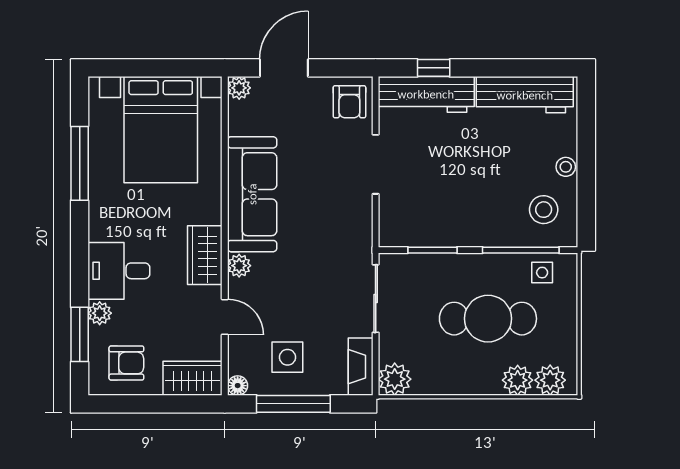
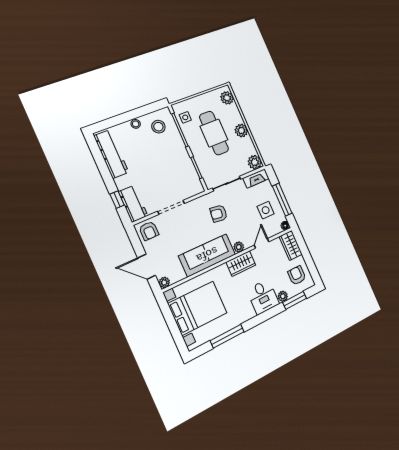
workbench: (426, 94) -> (133, 204), width x0.73
armchair: (349, 102) -> (149, 231), turned 90
armchair: (323, 254) -> (219, 214), added
plant: (518, 380) -> (241, 131), moved

